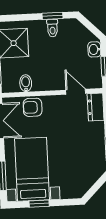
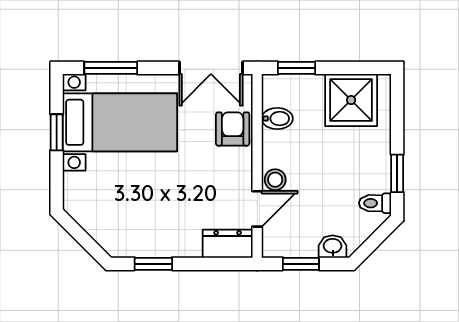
toilet: (52, 28) -> (375, 203), moved
stool: (59, 83) -> (275, 180), added

